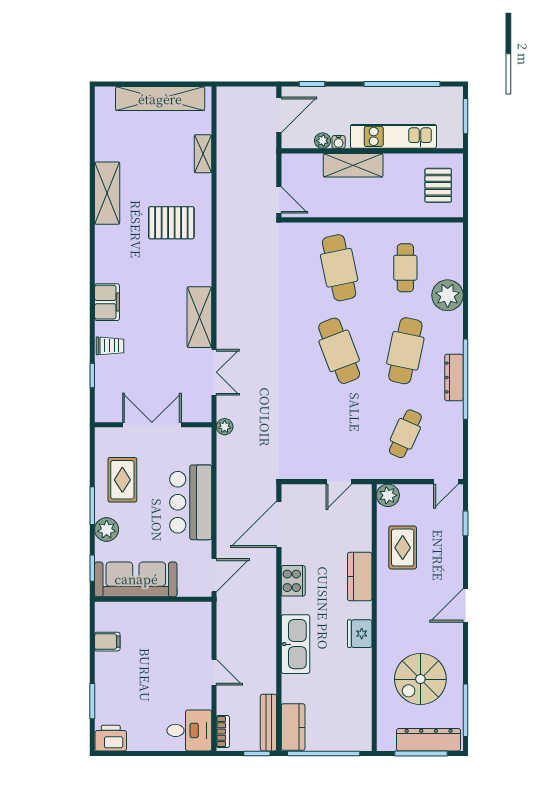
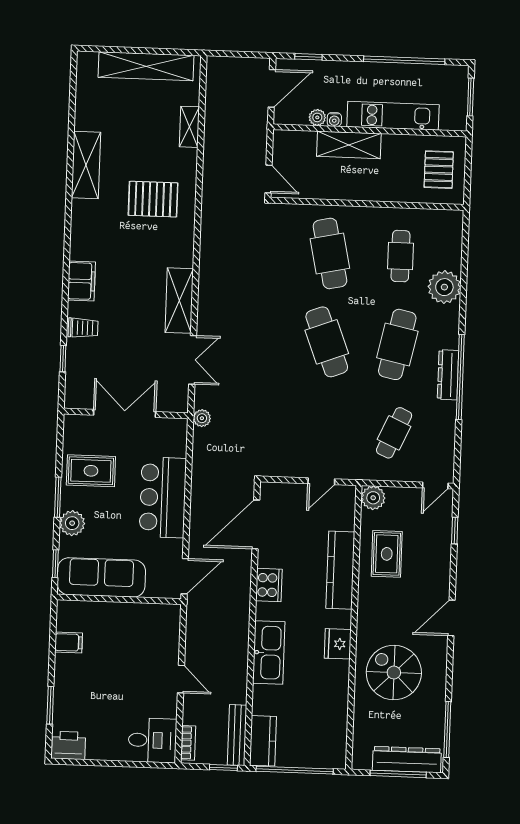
rug: (122, 480) -> (91, 471), turned 90
kitchen counter: (360, 577) -> (340, 570), width x1.50
spiral stairs: (420, 679) -> (394, 673), moved, turned 90

